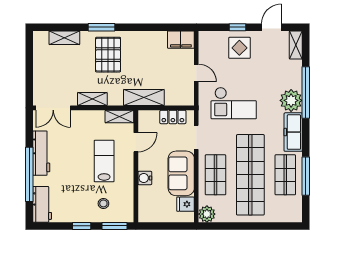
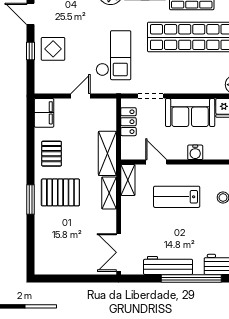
shelving: (64, 38) -> (42, 240), removed
pallet: (144, 46) -> (52, 154), added
shelving: (92, 99) -> (109, 193), moved
double door: (53, 108) -> (119, 252), swing flipped
shop shelf: (215, 175) -> (192, 75), removed

